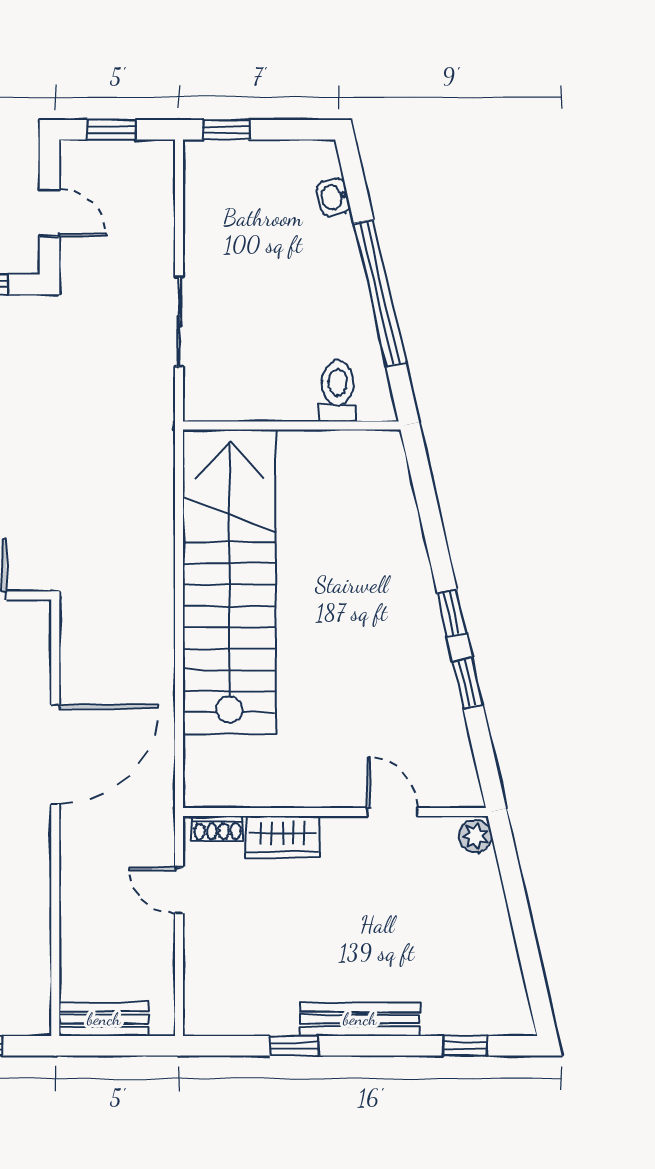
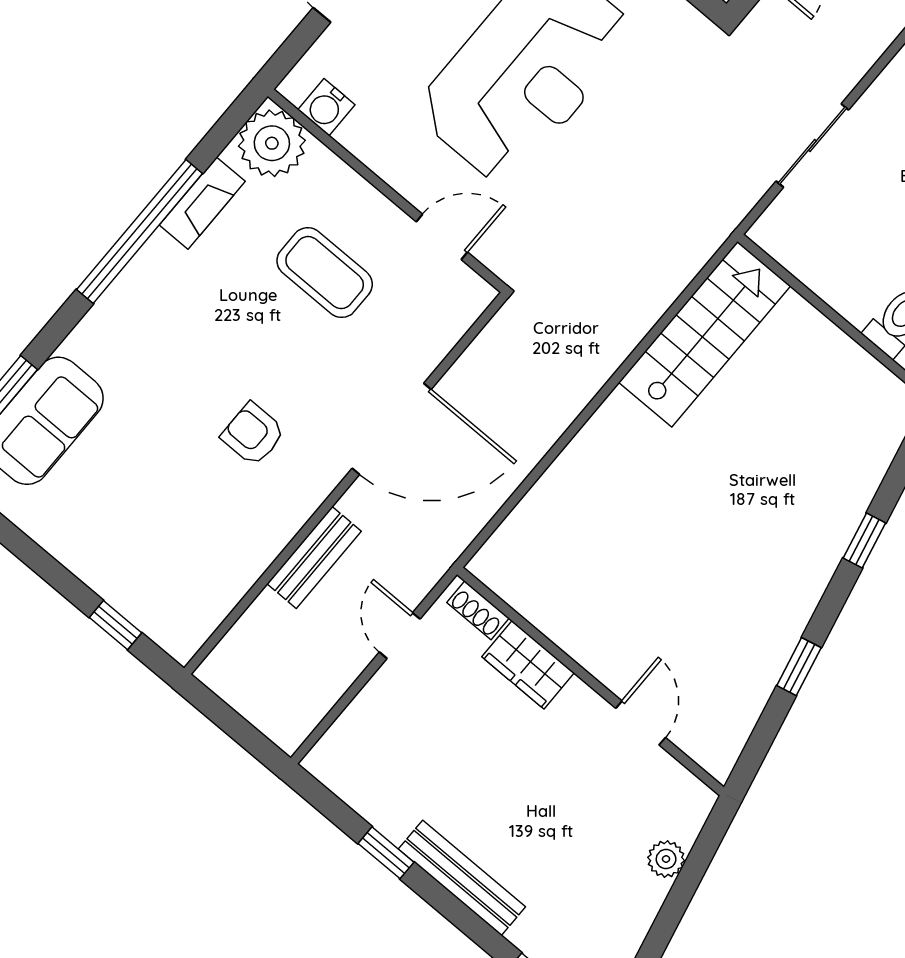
stairs: (229, 582) -> (705, 334), width x0.54, depth x0.66
window: (452, 613) -> (864, 540), moved
plant: (475, 836) -> (666, 859), moved
bench: (104, 1019) -> (314, 558), moved, turned 90

